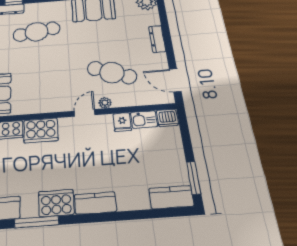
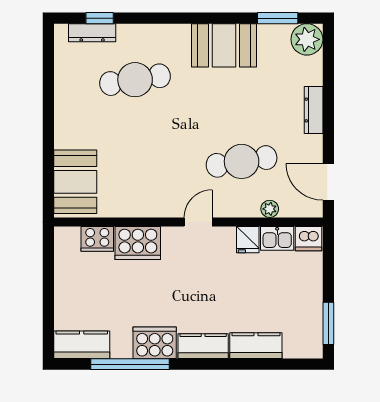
cafe table: (112, 72) -> (242, 161), turned -30
plant: (105, 103) -> (270, 209), moved
kitchen counter: (171, 197) -> (256, 346), moved
window: (37, 222) -> (130, 364), width x1.46

